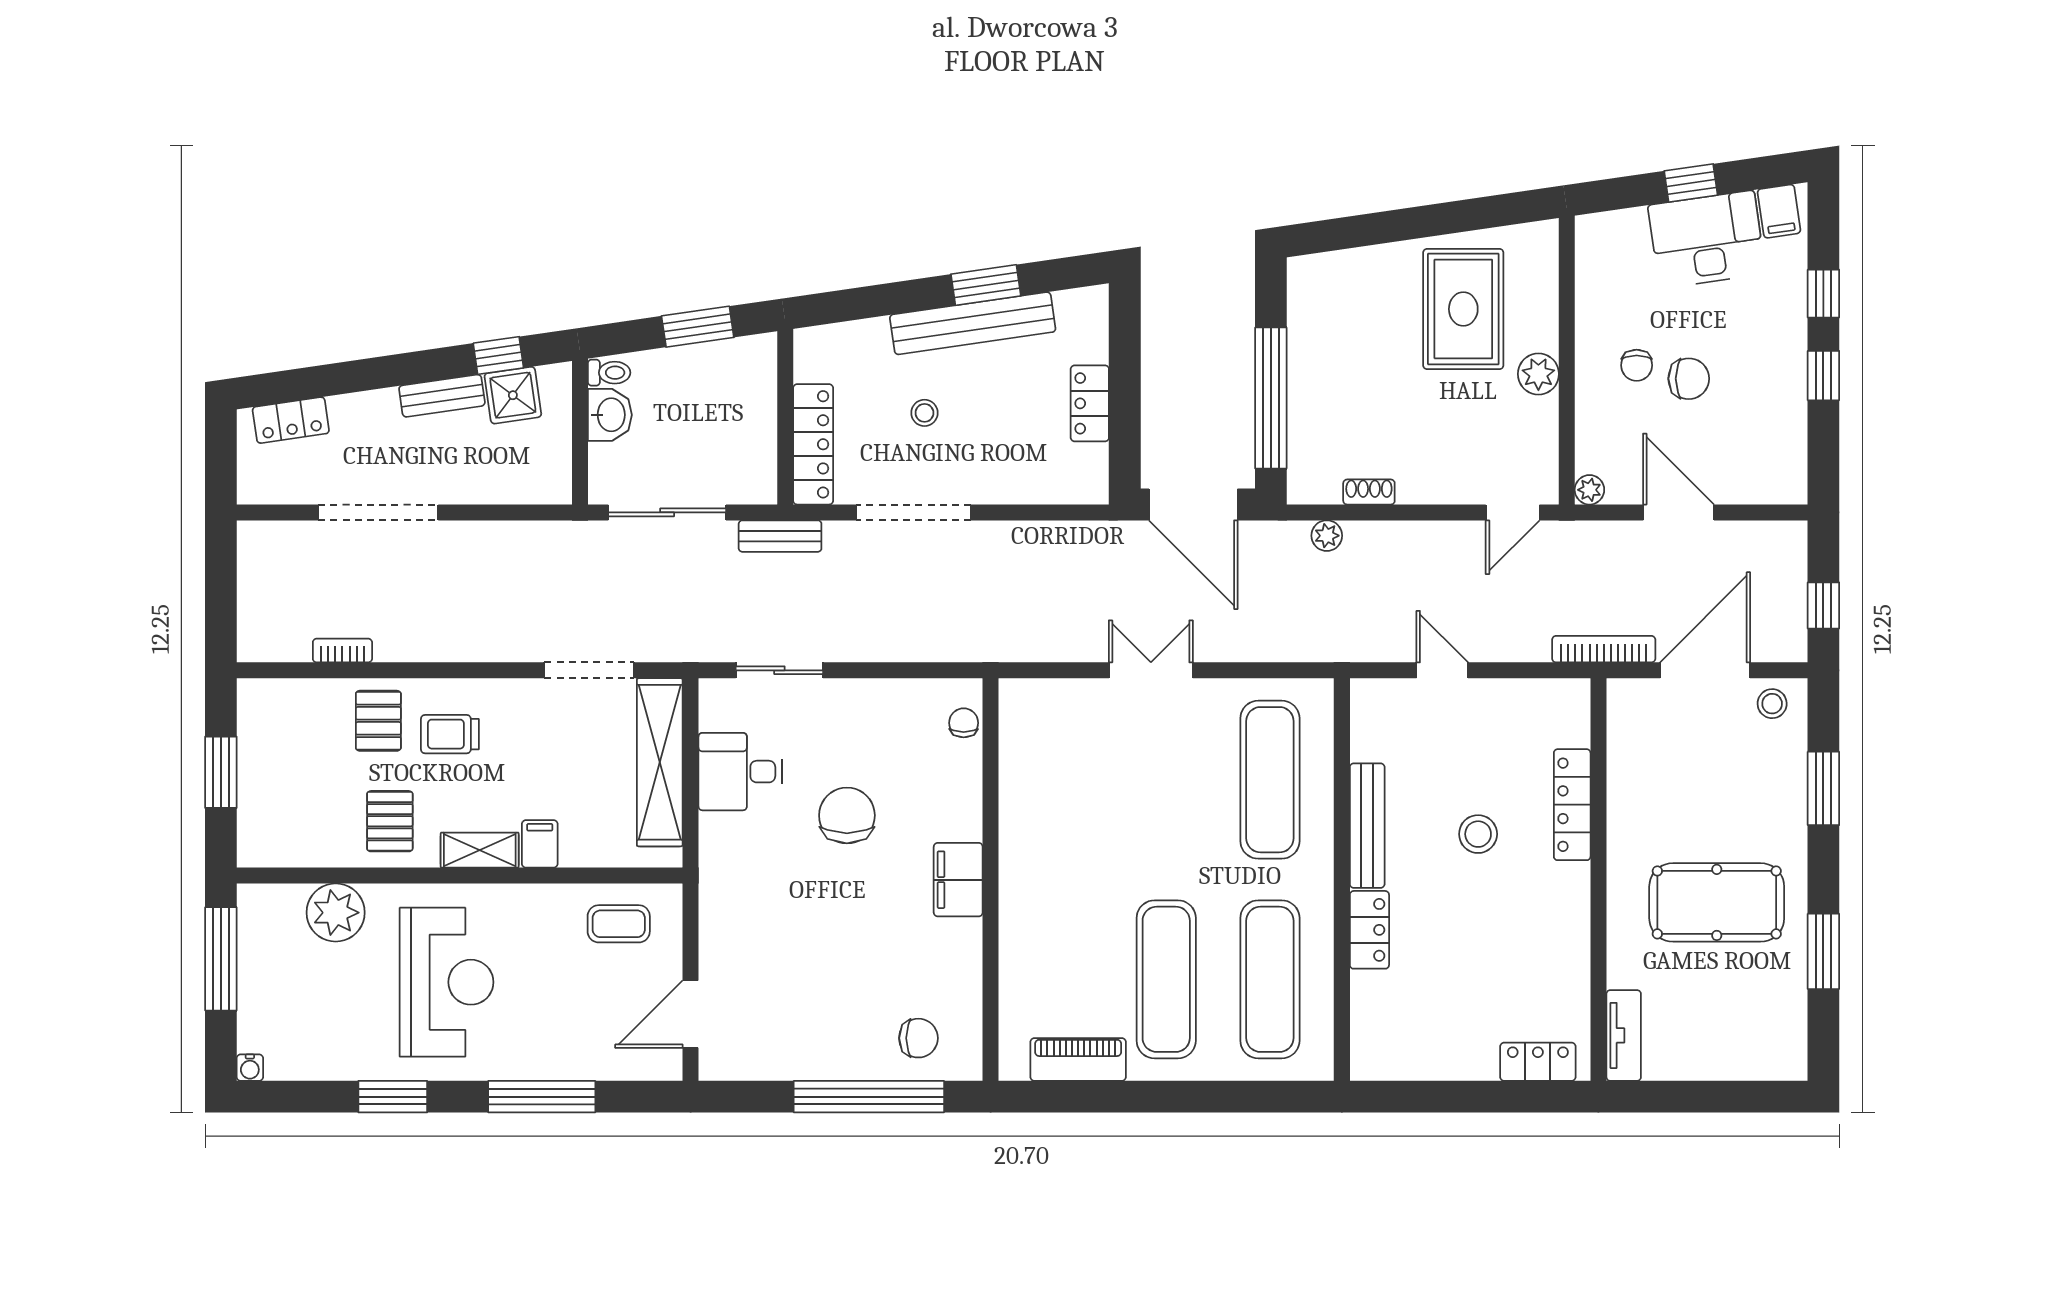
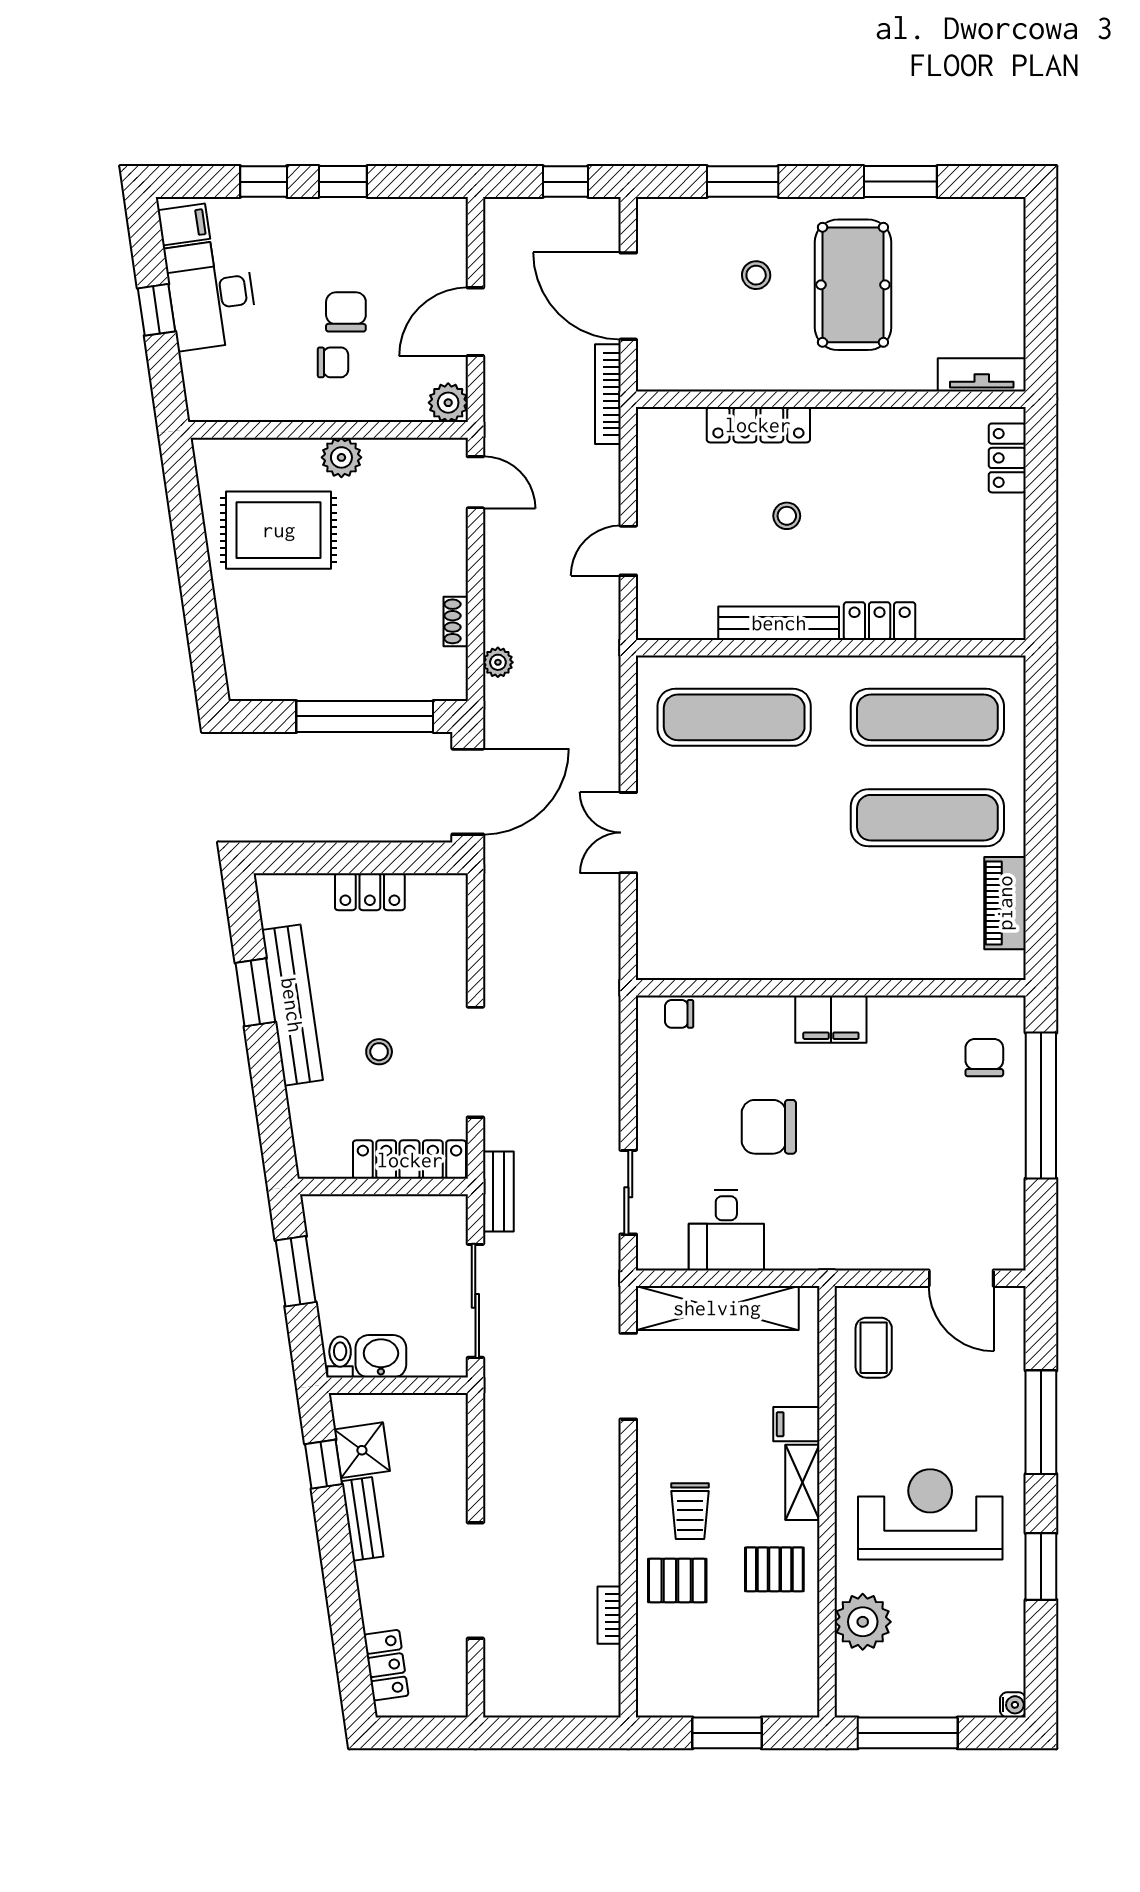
plant: (1589, 490) -> (448, 403), width x1.38, depth x1.38
stool: (1772, 704) -> (756, 275), moved
stool: (1478, 834) -> (787, 516), width x0.73, depth x0.73

